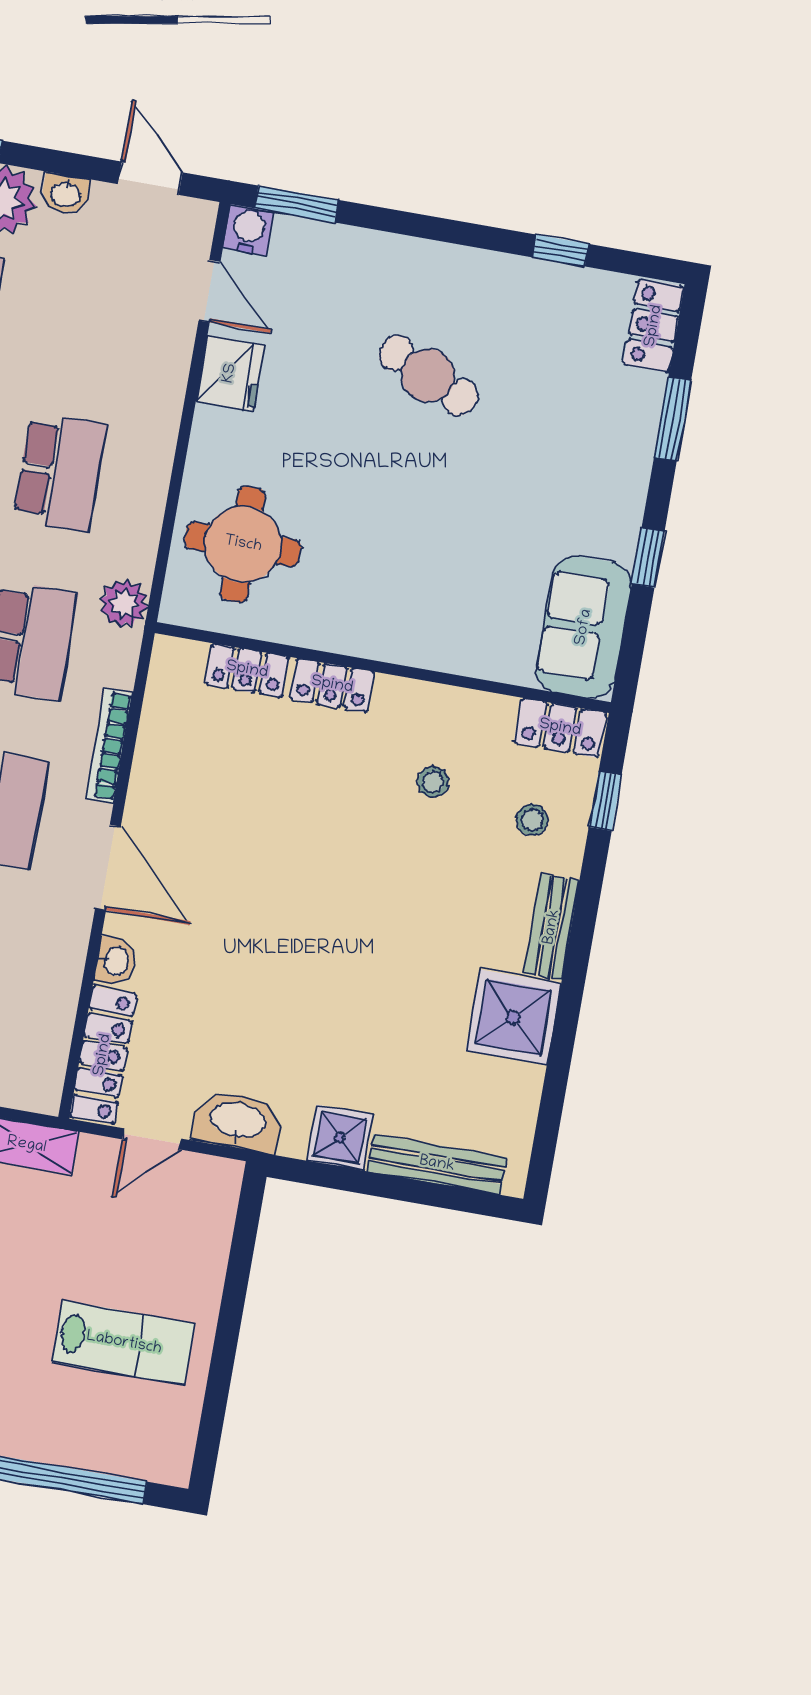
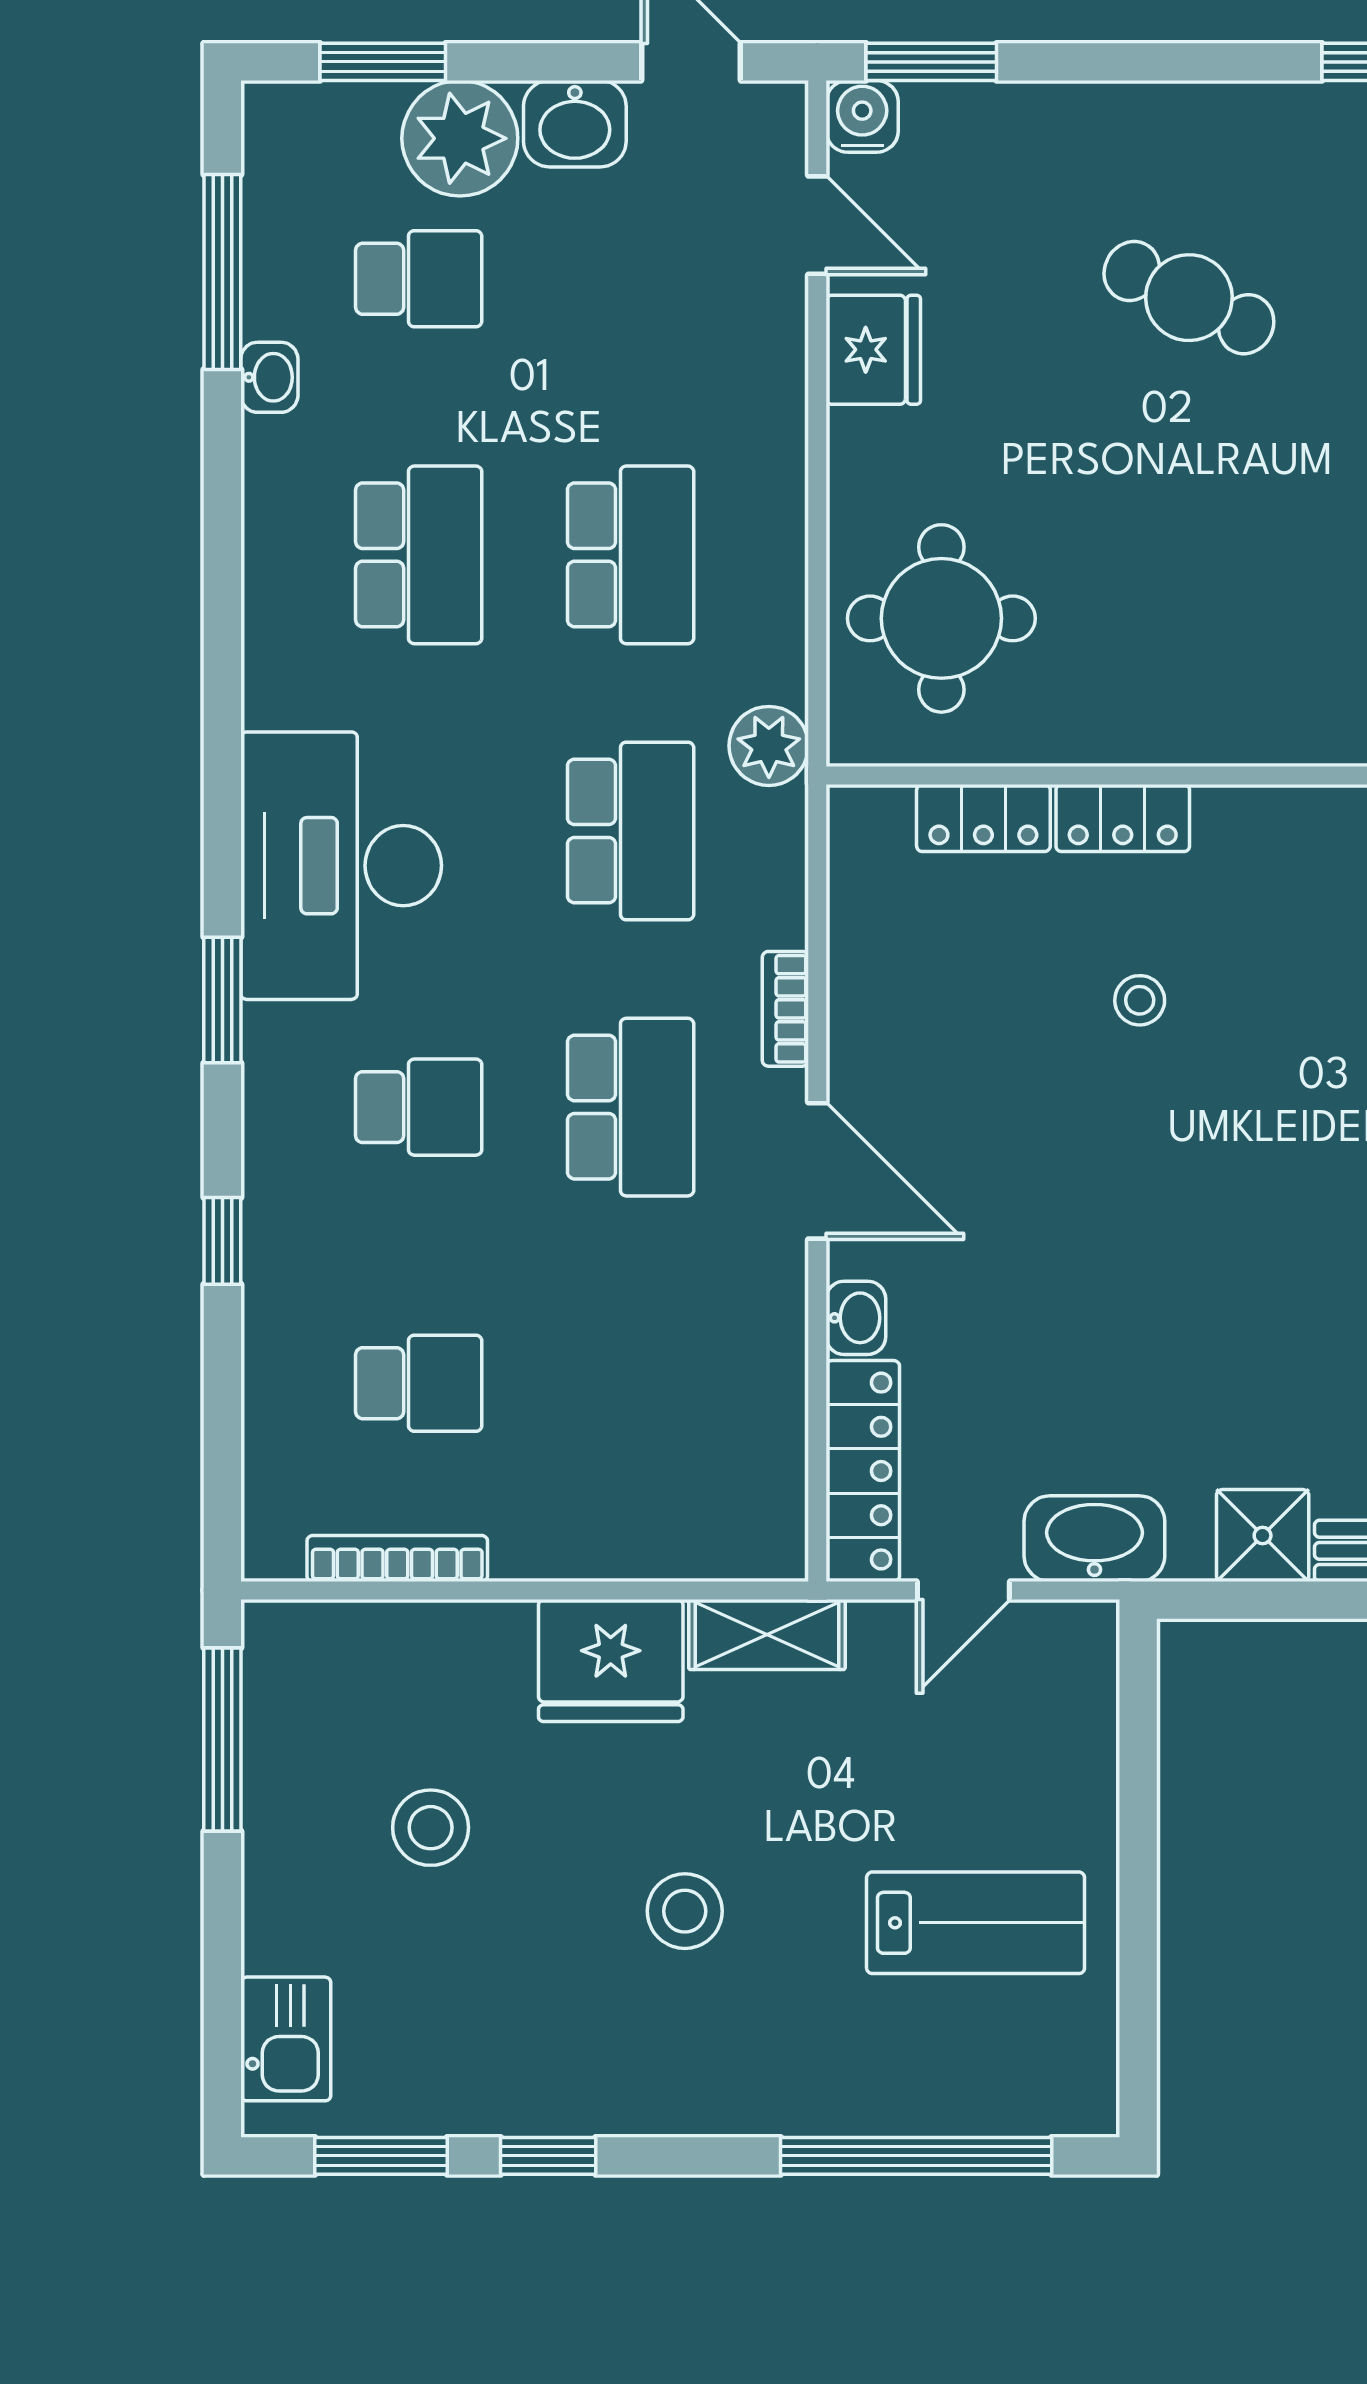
washbasin: (65, 194) -> (575, 124), width x1.38, depth x1.45
bookcase: (109, 746) -> (785, 1009), width x0.64
stool: (433, 782) -> (1140, 1000), moved

